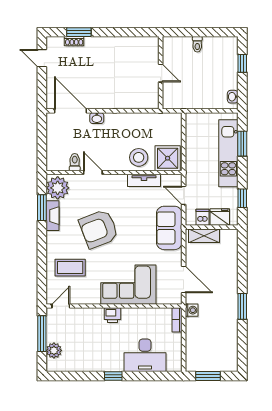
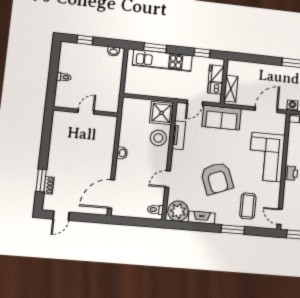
washbasin: (97, 118) -> (122, 153), moved
toilet: (75, 162) -> (155, 210), moved
window: (42, 208) -> (233, 230), moved

